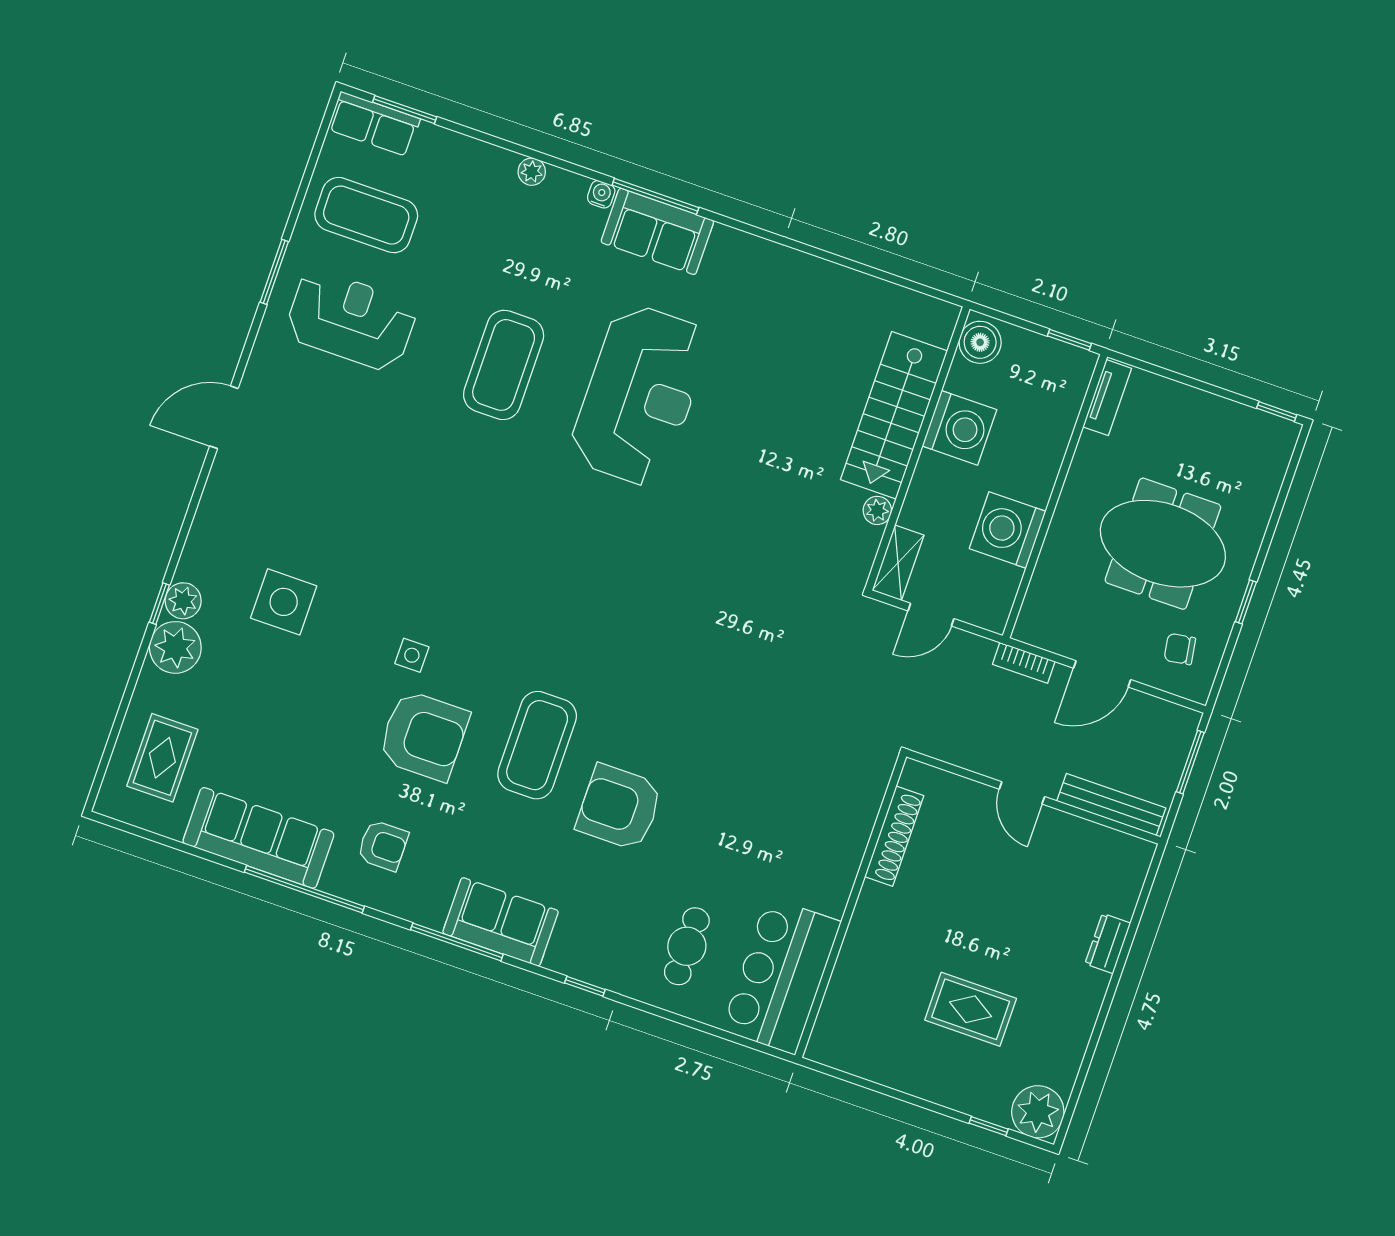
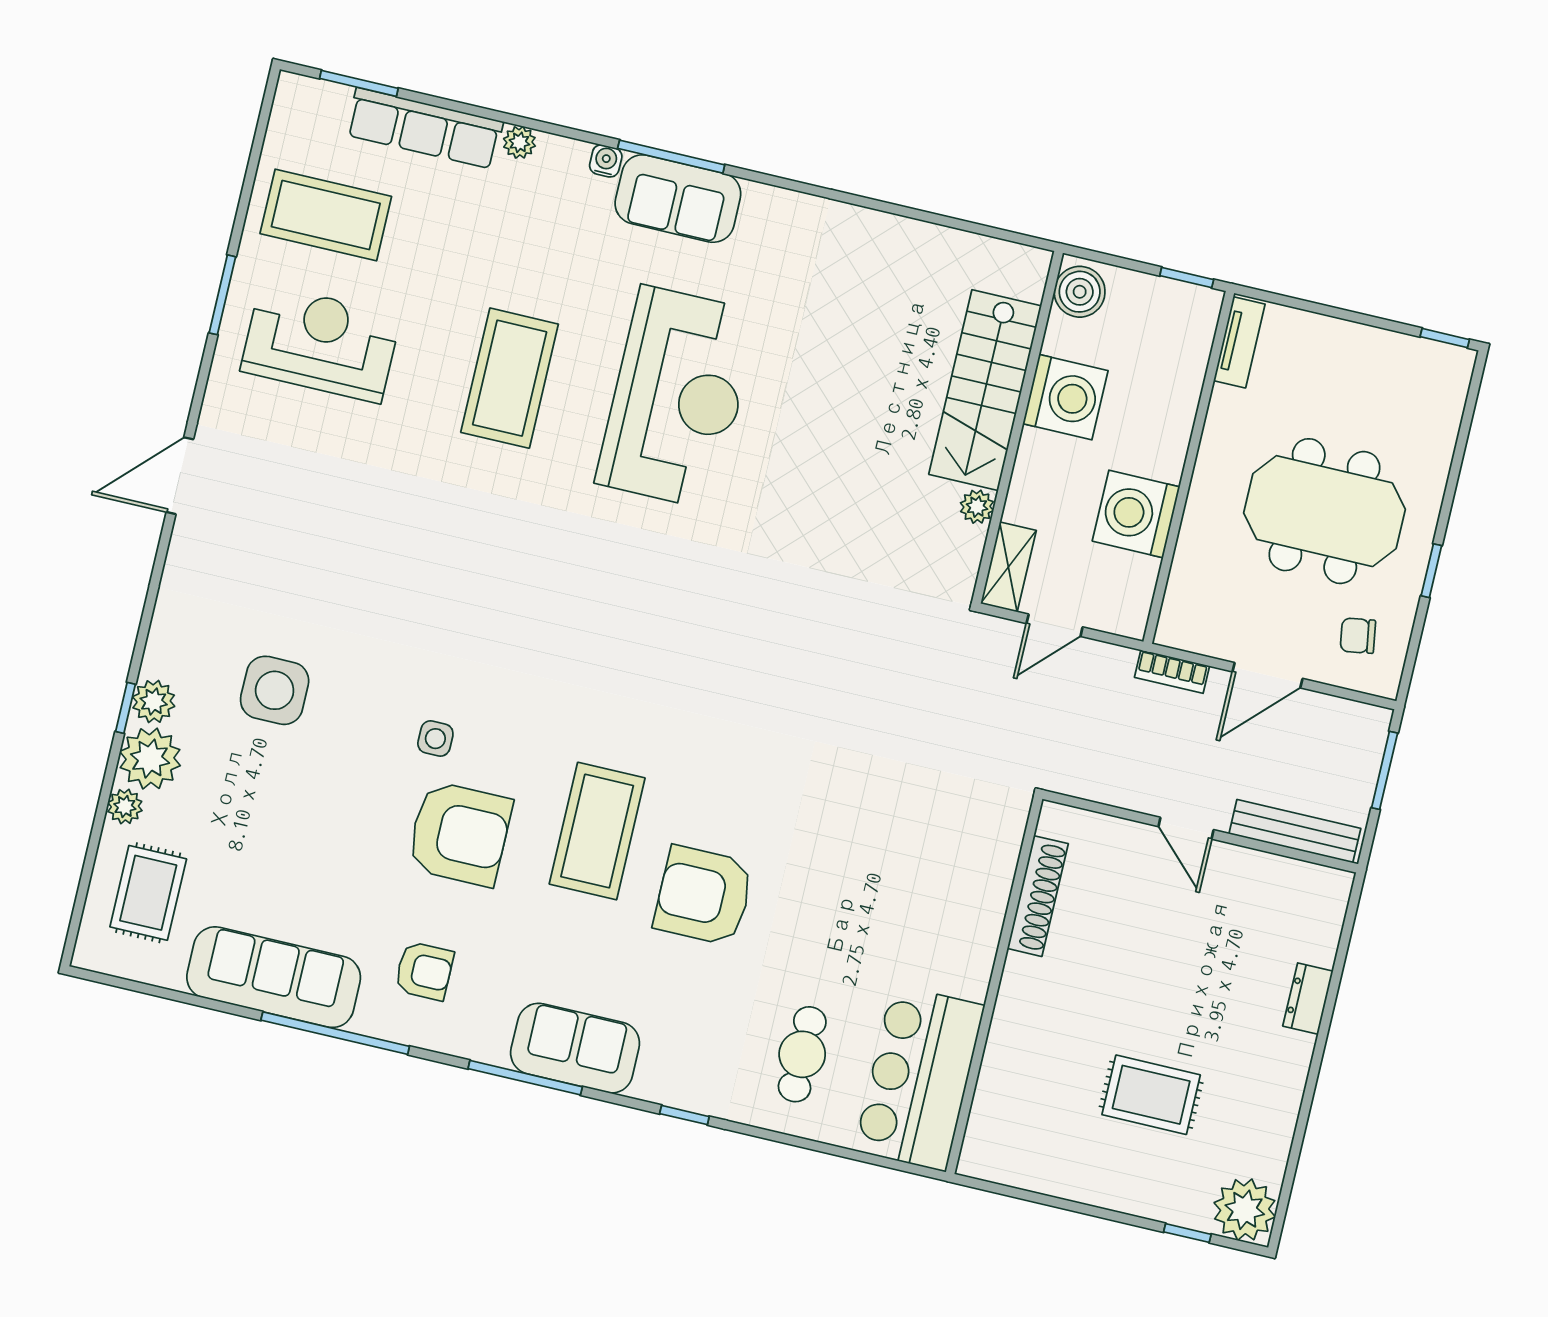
row of seats: (374, 124) -> (425, 128), moved, width x1.48
plant: (151, 685) -> (125, 807), added

